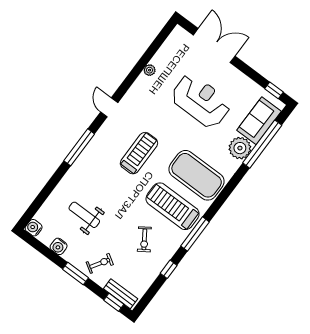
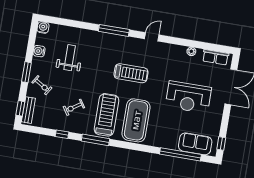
row of seats: (171, 46) -> (216, 57), added
reception desk: (201, 101) -> (188, 97), turned 90
plant: (240, 148) -> (170, 140), removed

